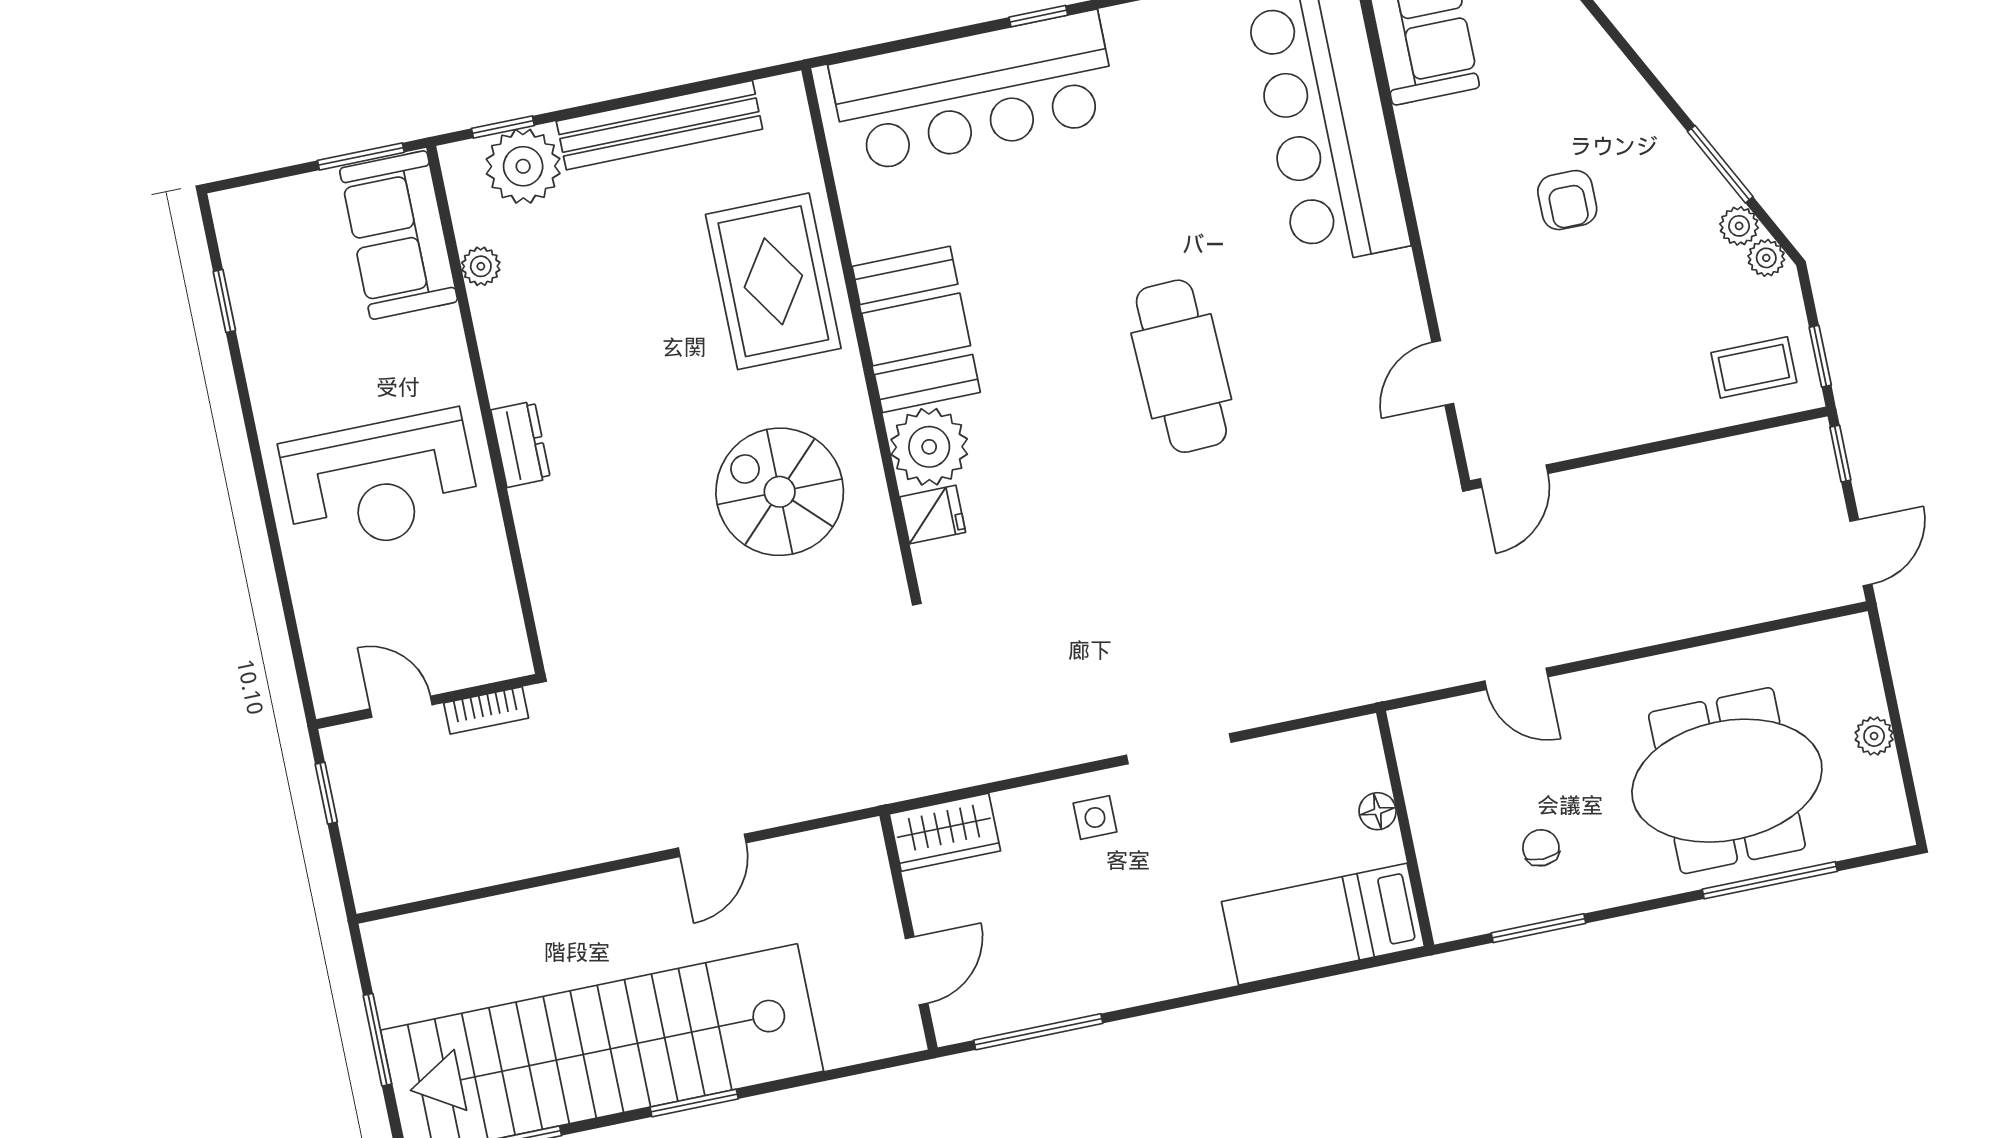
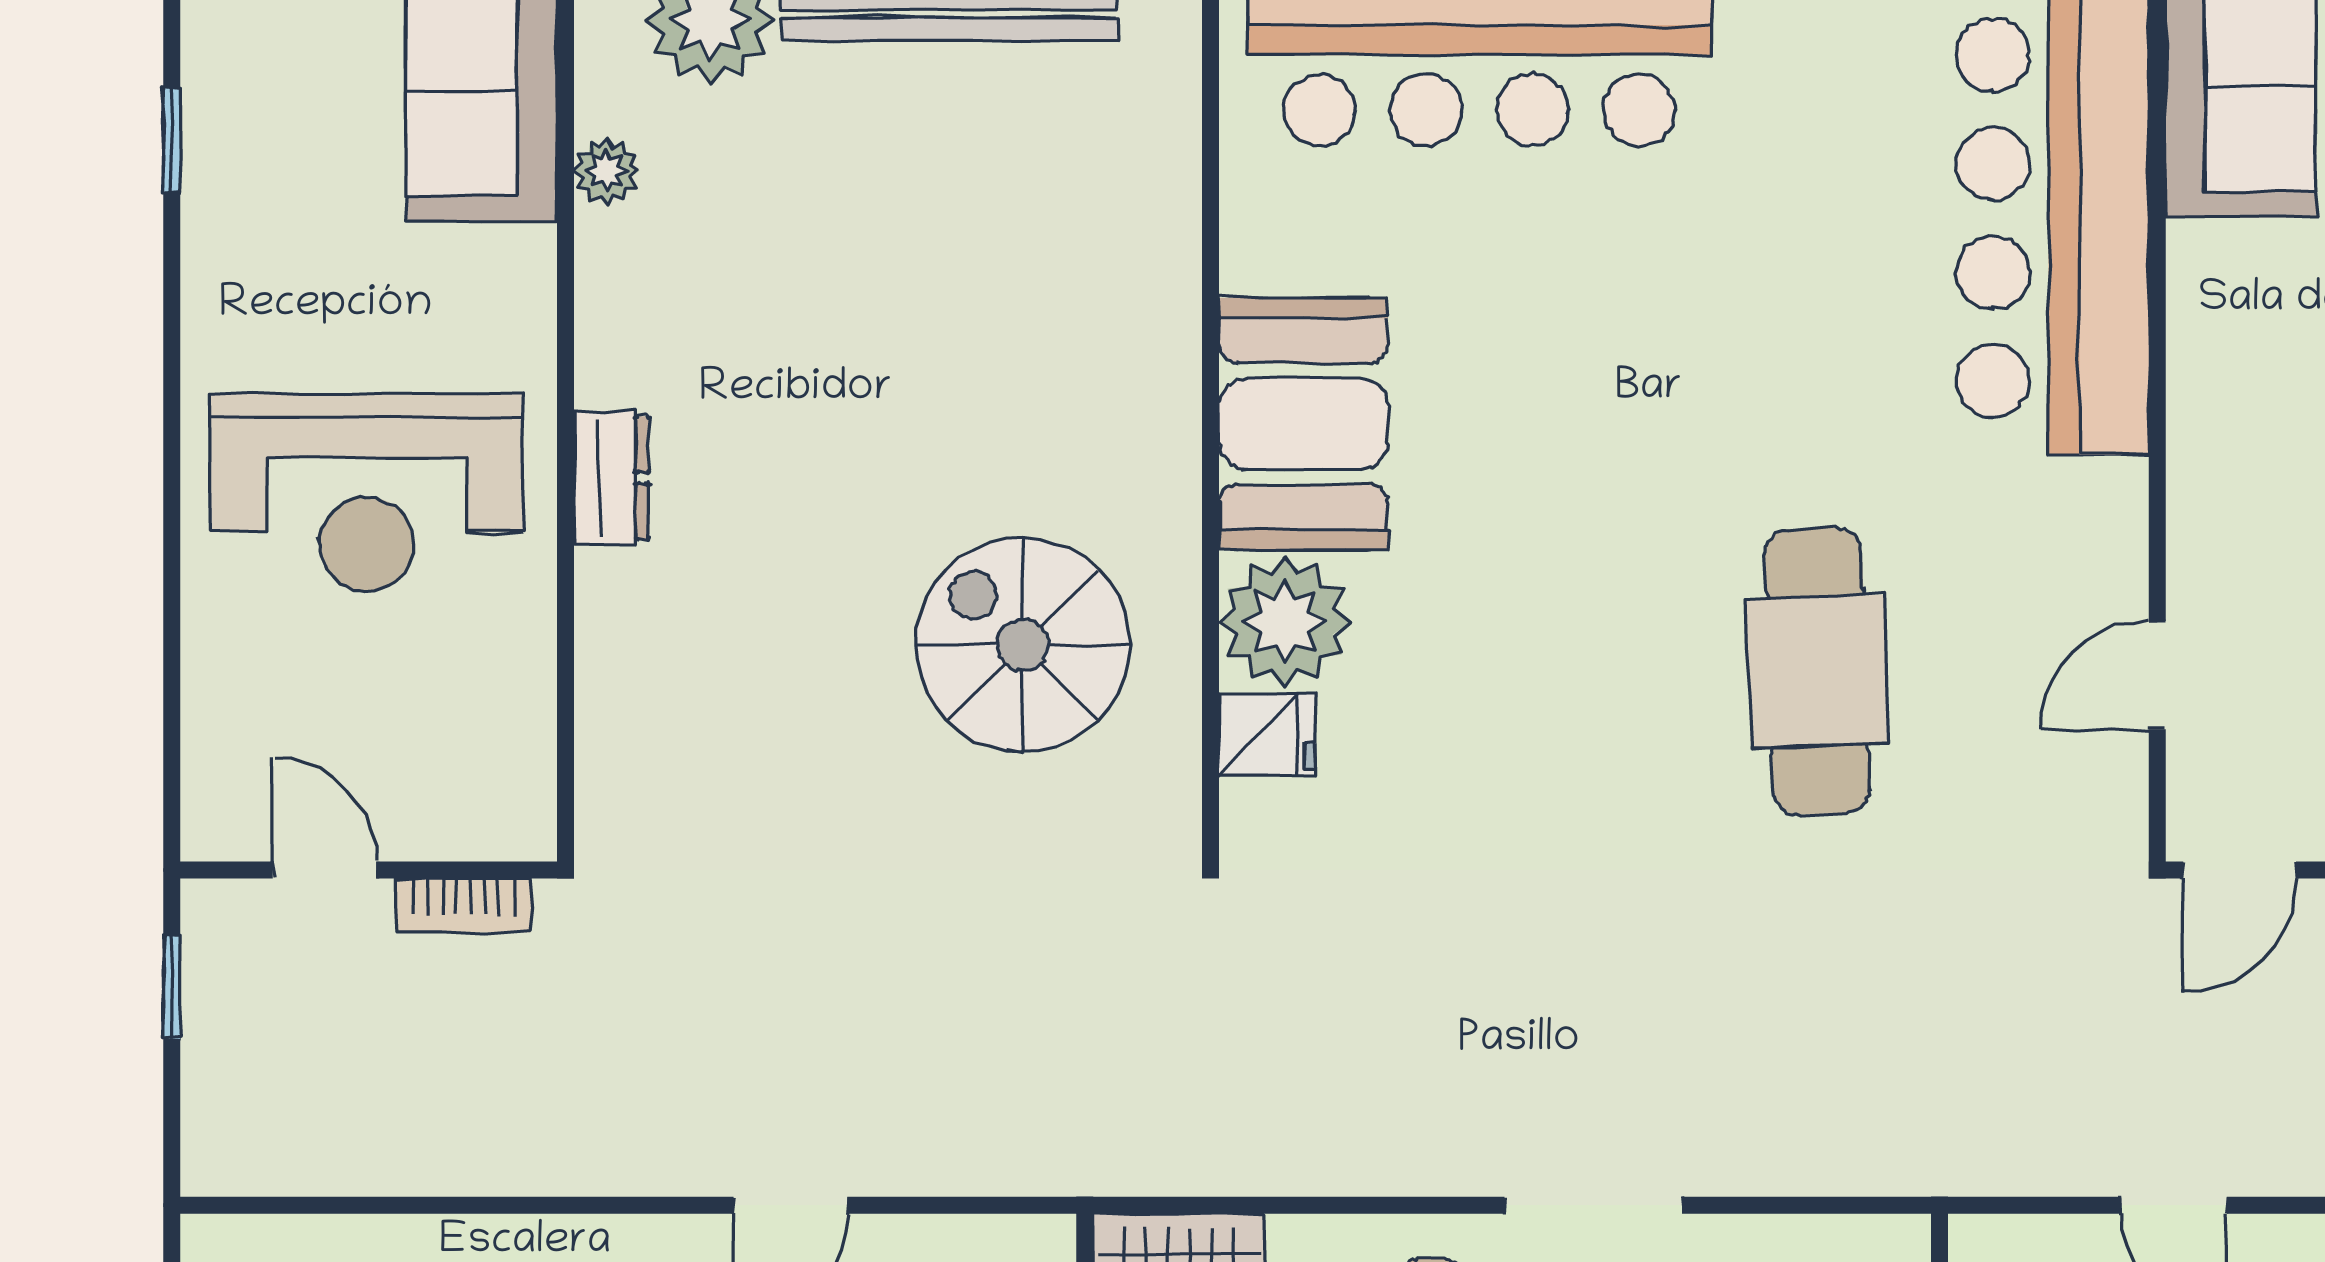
rug: (773, 281) -> (1084, 295), removed
cafe table: (1181, 366) -> (1818, 671), moved

